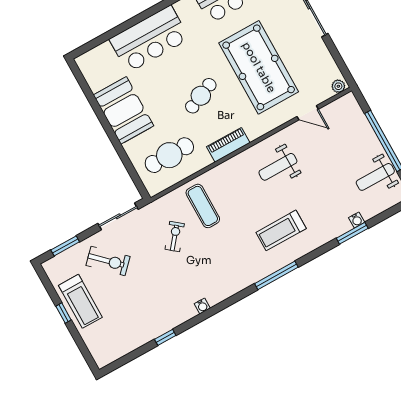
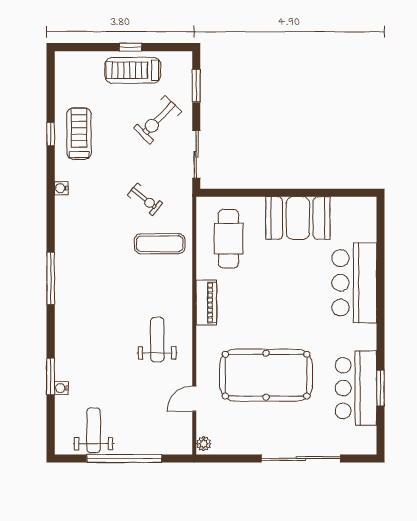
cafe table: (201, 96) -> (270, 302), removed
treadmill: (281, 230) -> (79, 134), moved

